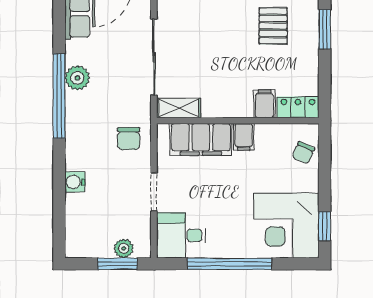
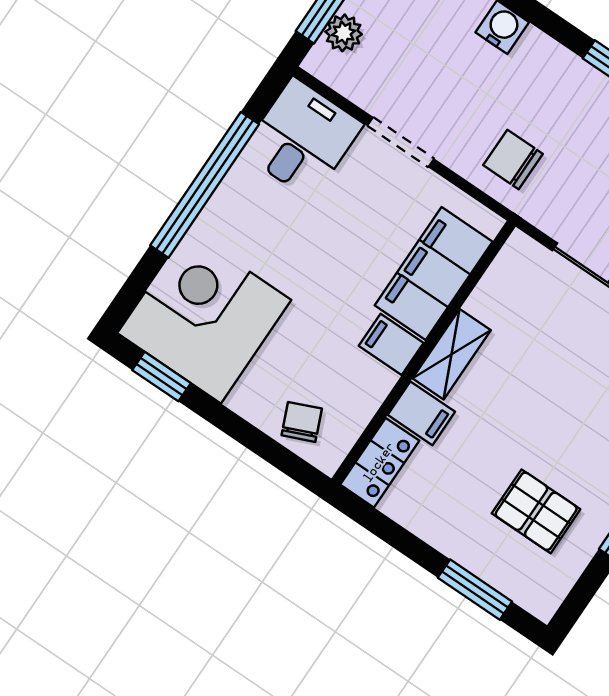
shelving: (179, 108) -> (452, 354), moved
chair: (303, 153) -> (302, 422), turned 43

